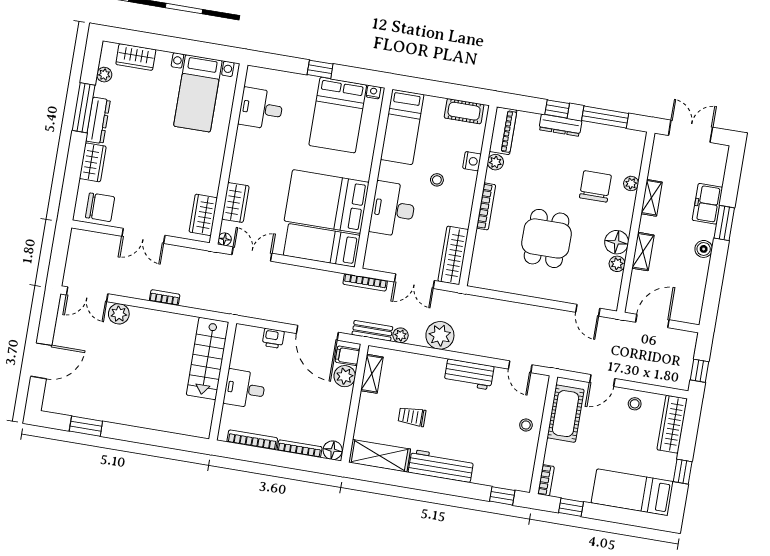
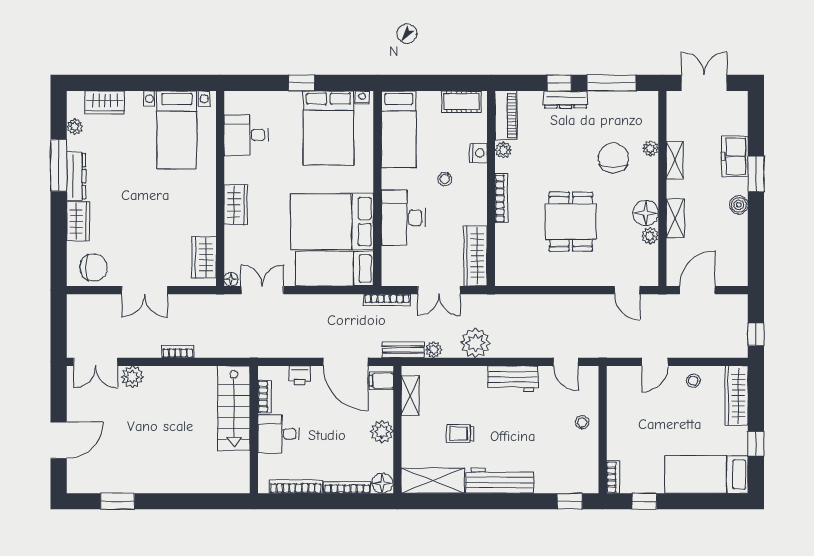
wardrobe: (235, 202) -> (236, 205), moved
bookcase: (238, 352) -> (265, 397), added
plant: (345, 376) -> (382, 432), moved
cot: (566, 414) -> (622, 403), removed

